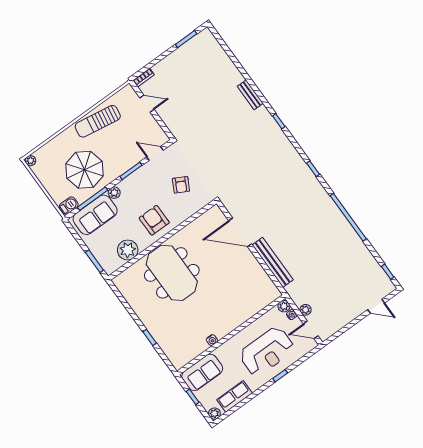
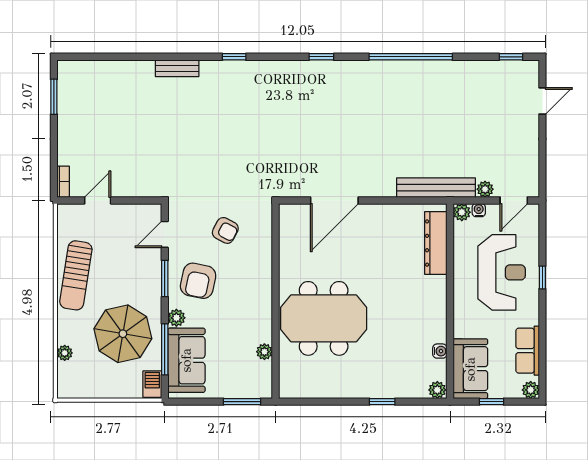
plant: (31, 161) -> (65, 353), moved
armchair: (154, 220) -> (198, 281), moved, turned -78
plant: (128, 250) -> (264, 352), width x0.53, depth x0.53
bench: (273, 262) -> (436, 188), moved
dresser: (257, 304) -> (436, 243), added
water cooler: (212, 340) -> (440, 351), moved
plant: (178, 363) -> (437, 390), added

